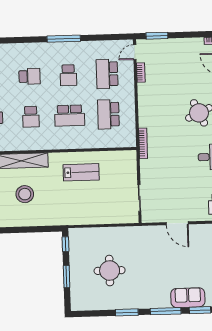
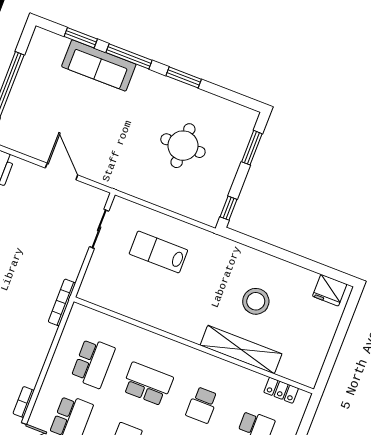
school desk: (31, 117) -> (202, 405), turned 180
lab bench: (81, 172) -> (158, 252), moved
window: (67, 277) -> (252, 148), moved
sofa: (188, 298) -> (99, 65), width x1.36

